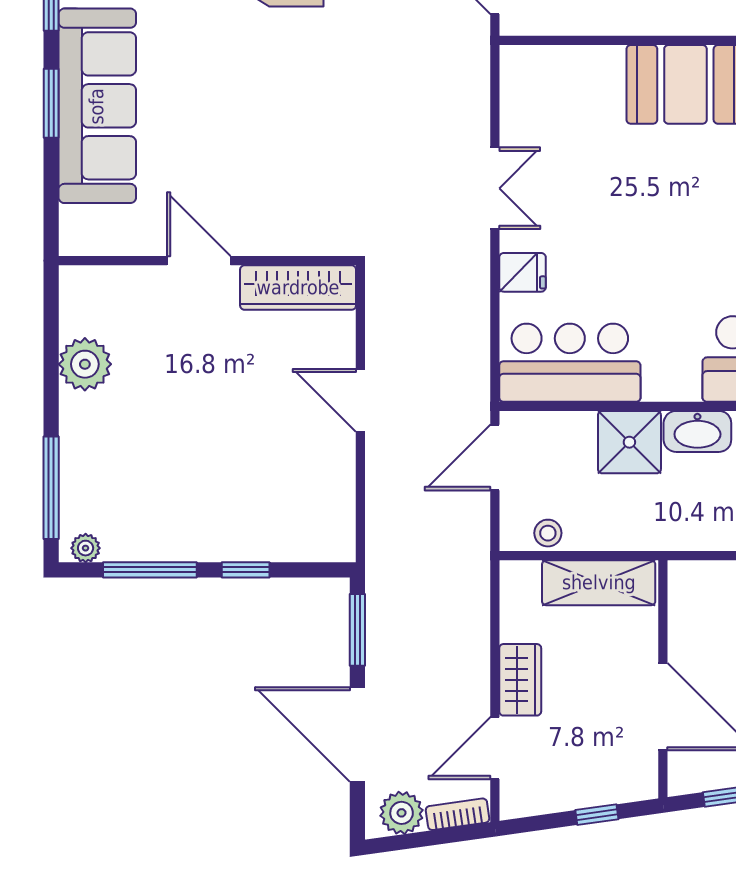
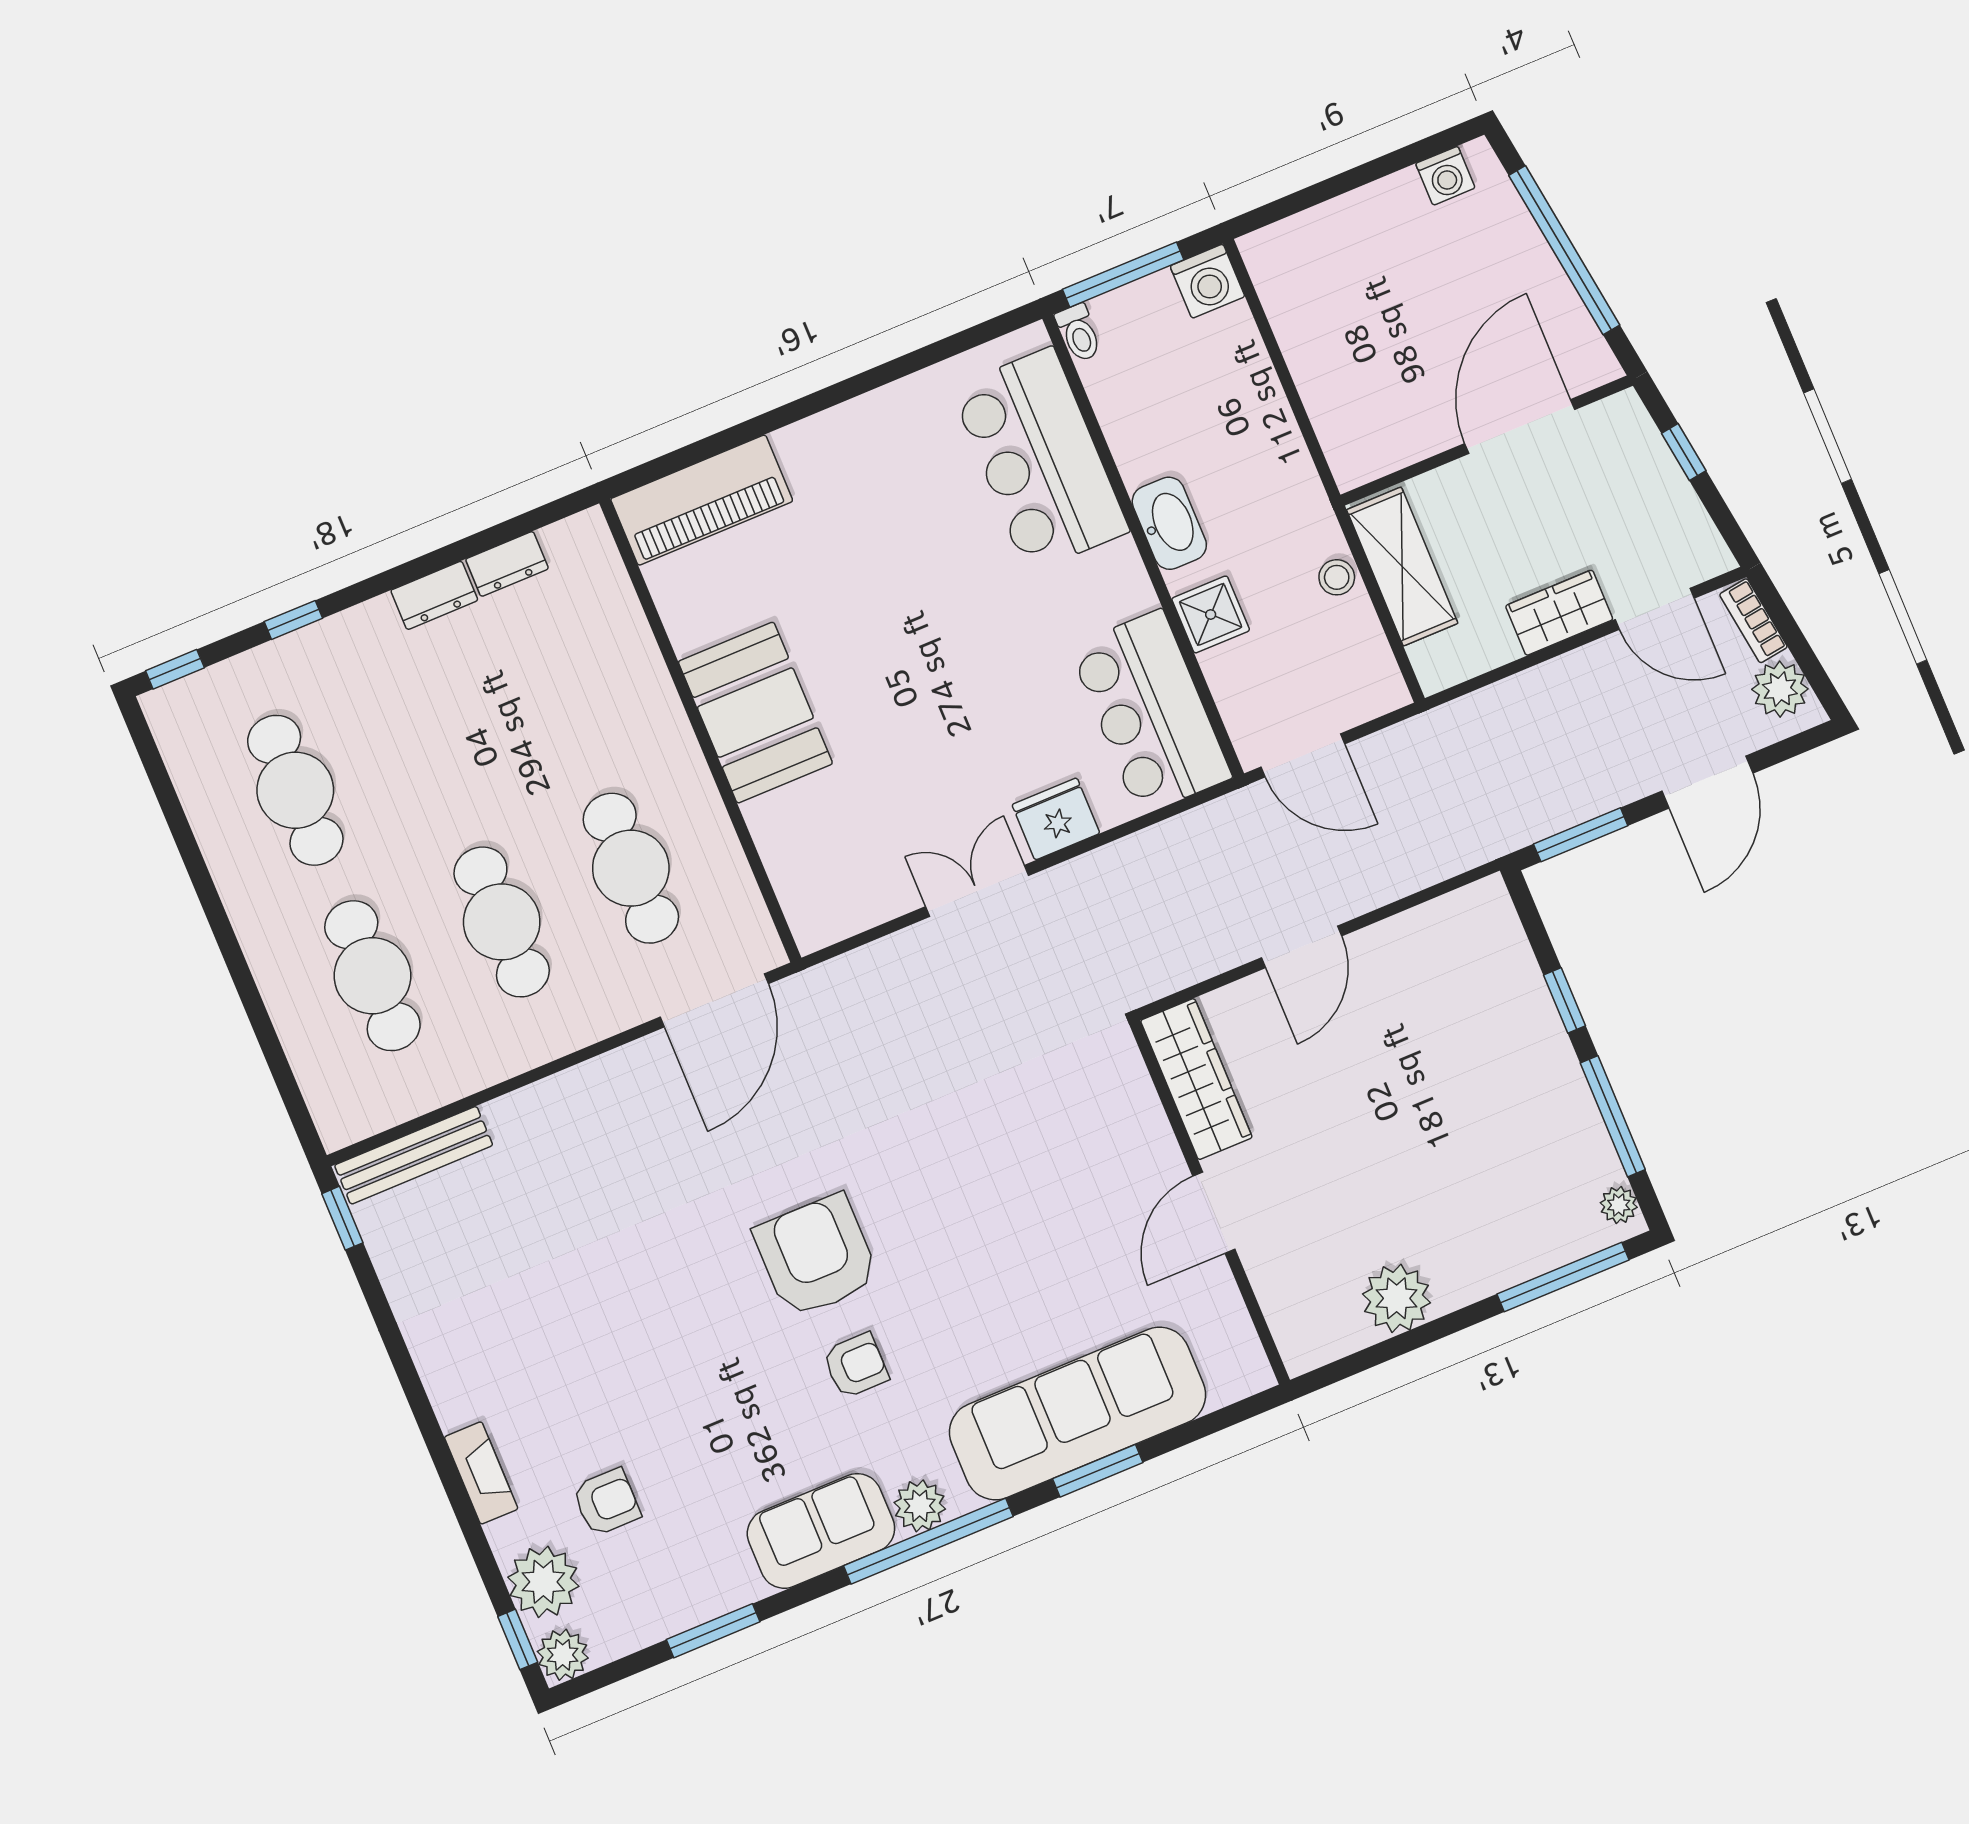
fridge: (522, 272) -> (1056, 819), width x1.38
shower: (629, 442) -> (1211, 614), width x0.73, depth x0.73
stool: (548, 533) -> (1337, 577), moved
door: (357, 734) -> (1707, 782), width x0.73

